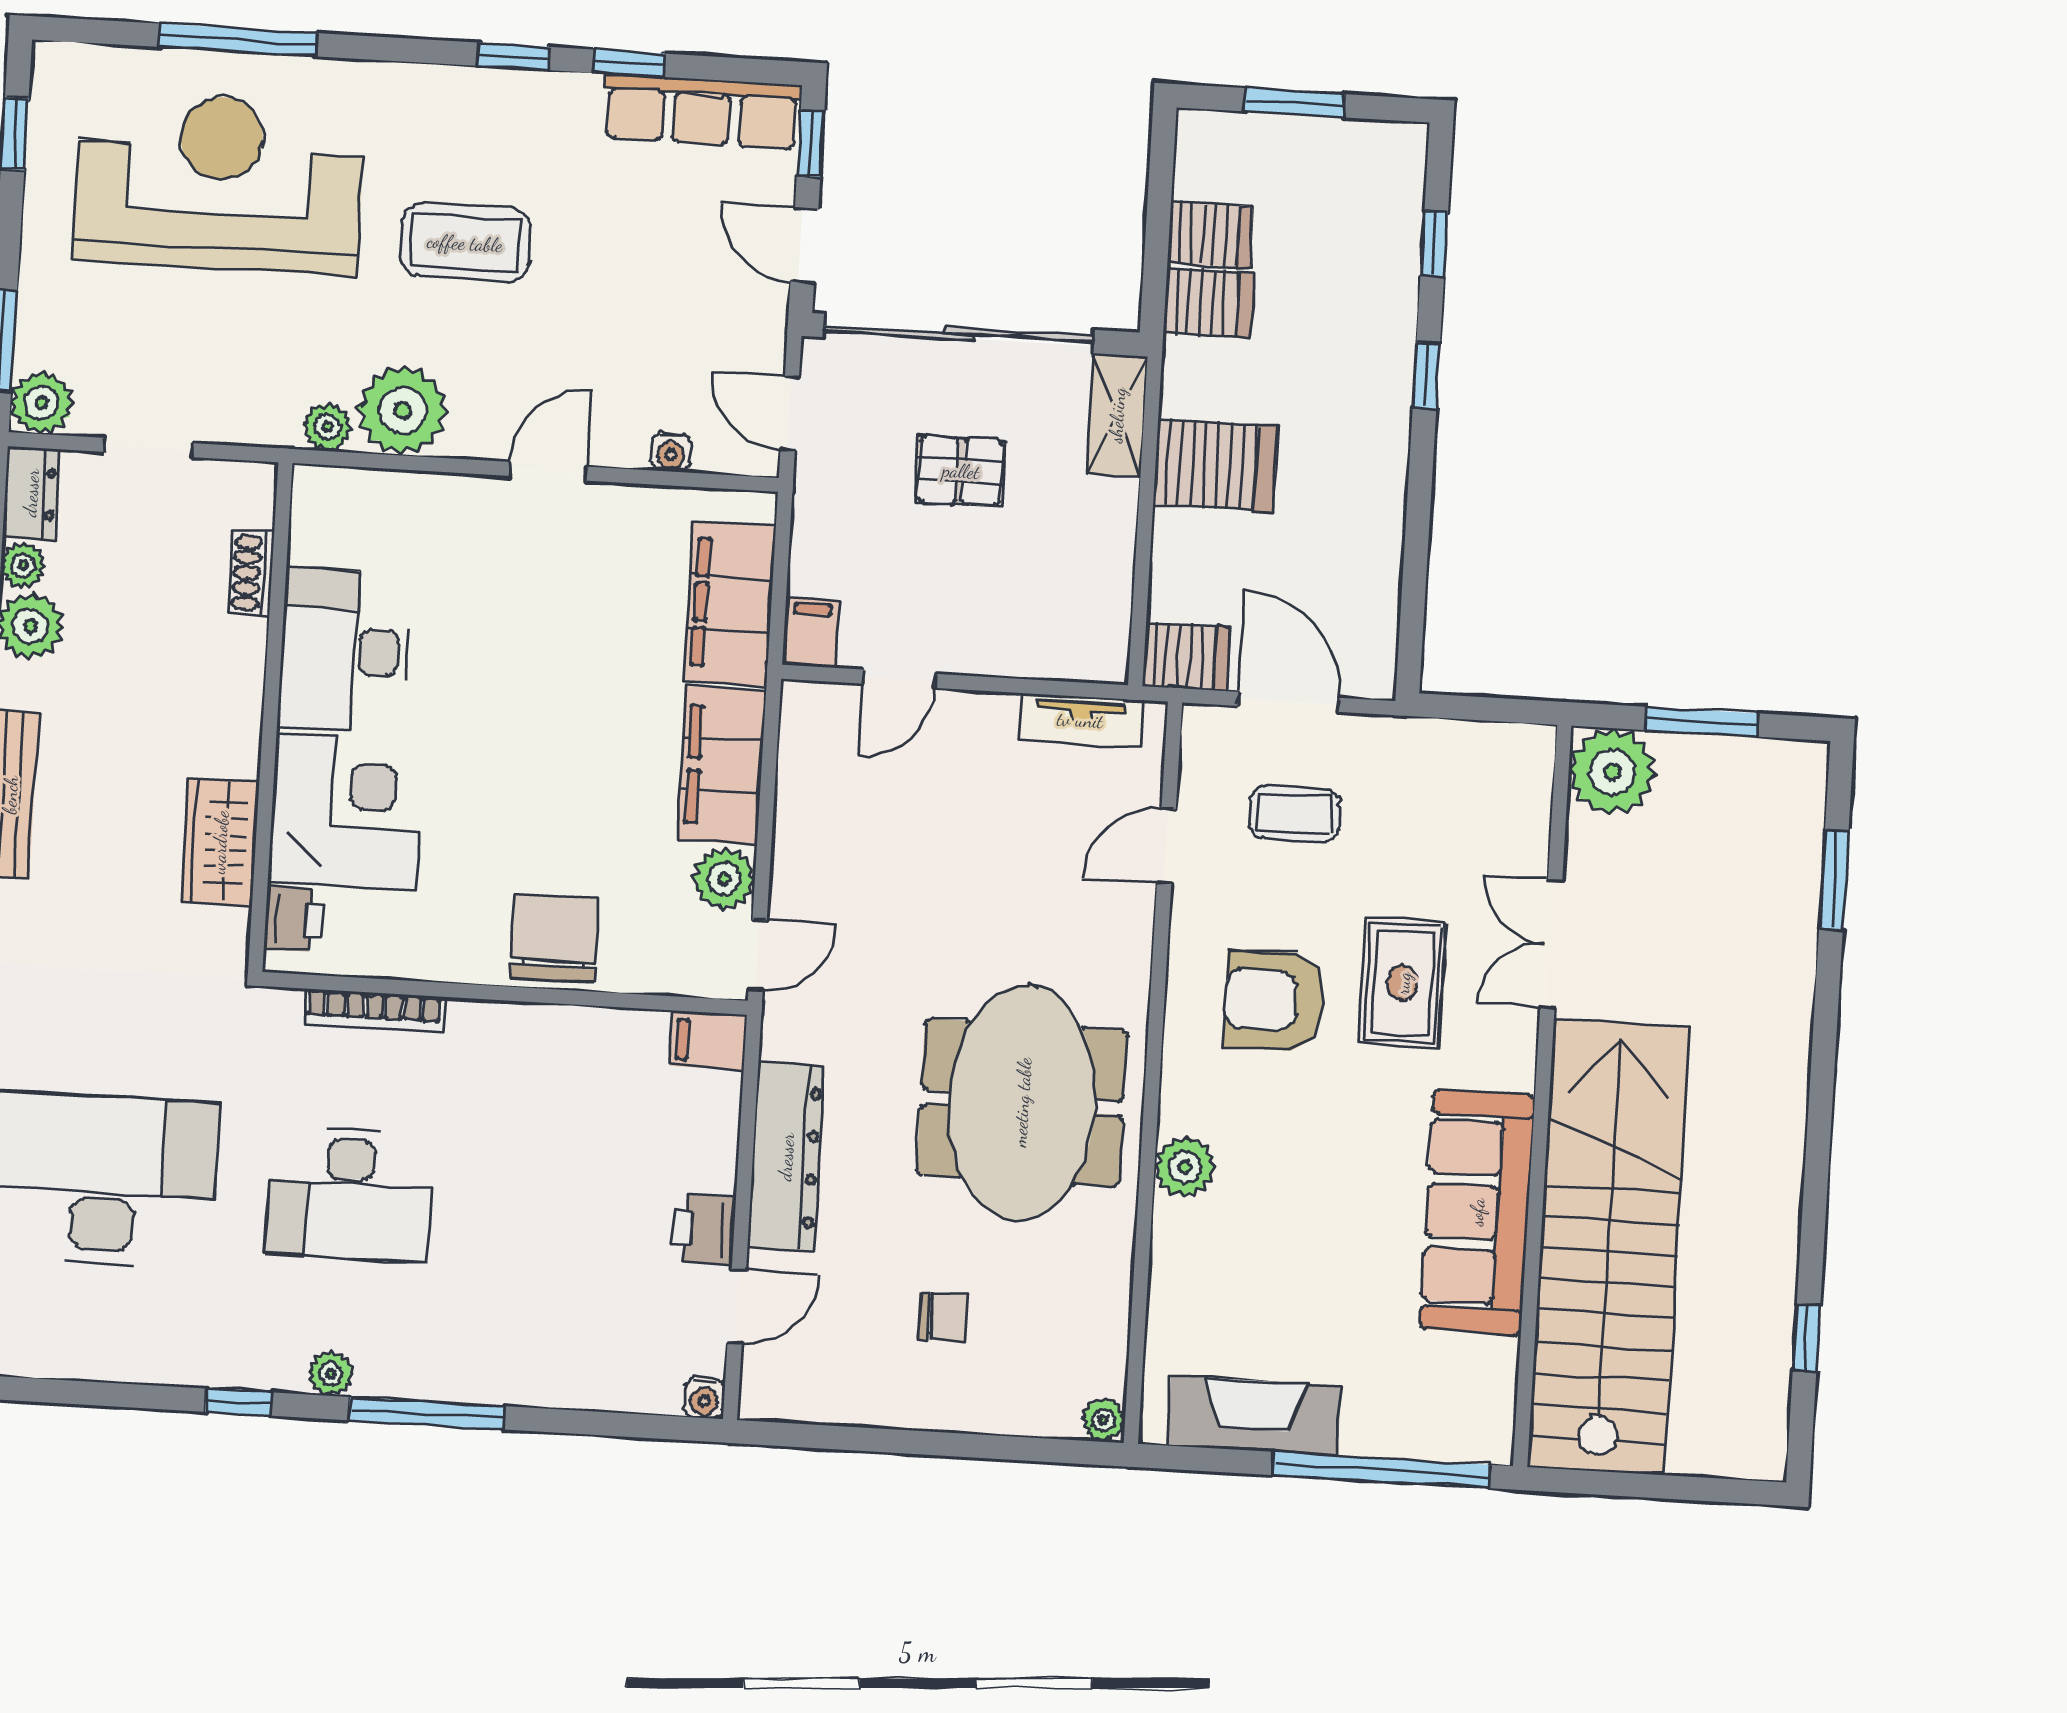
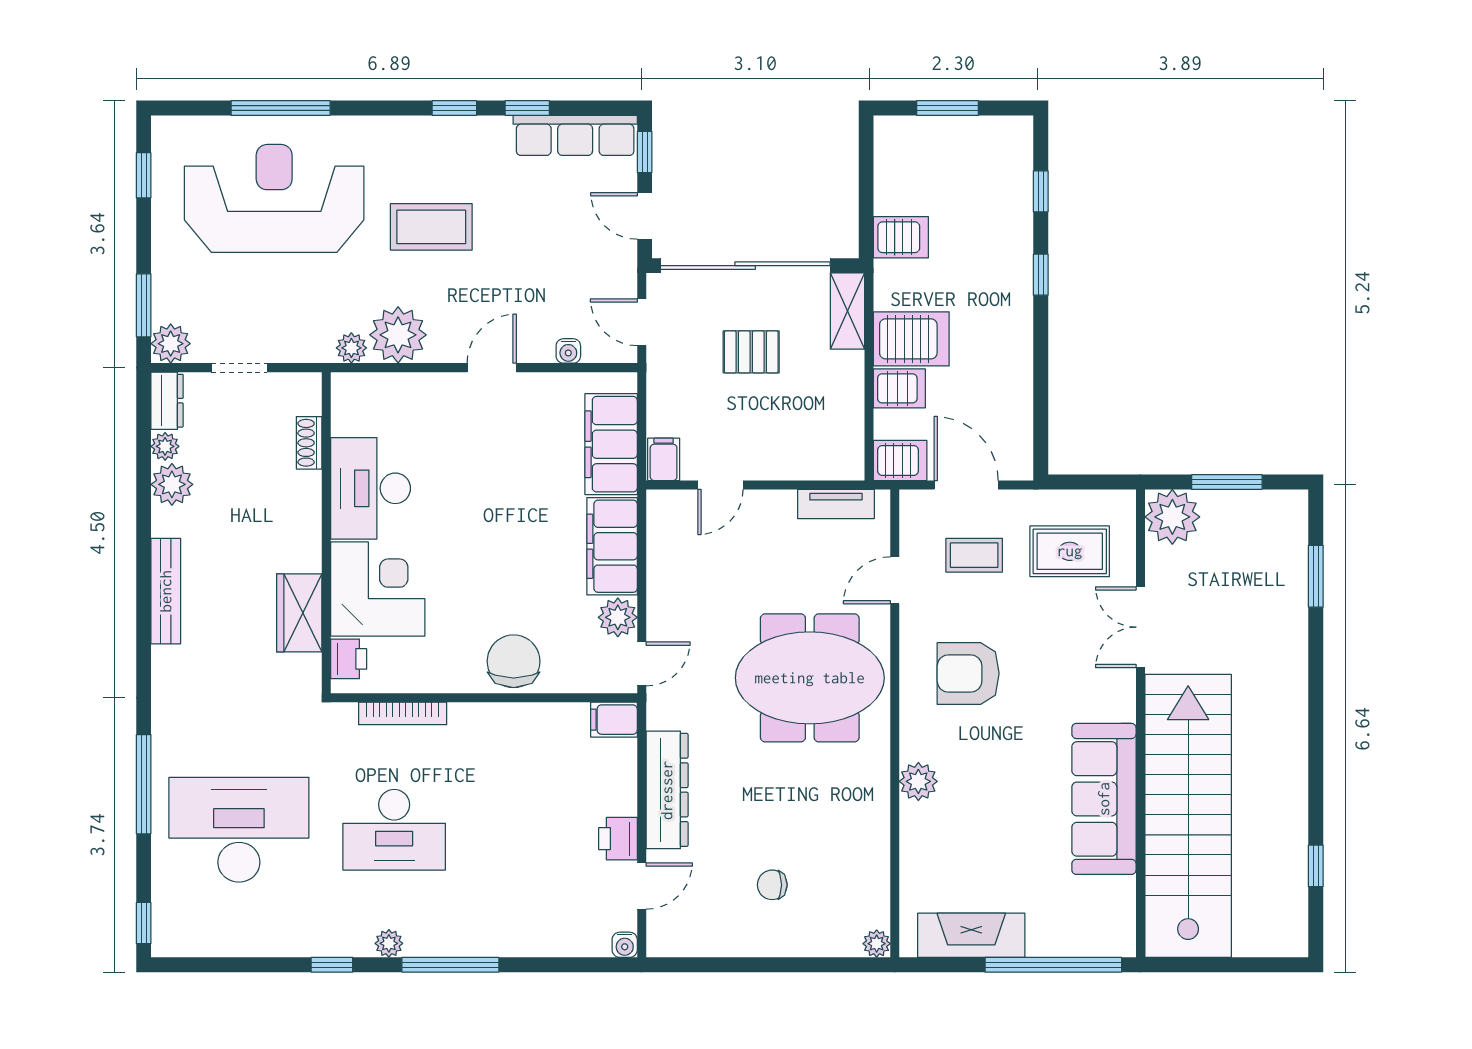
server rack: (1210, 235) -> (899, 388), moved
rug: (1403, 983) -> (1070, 551), moved, turned 90
meeting table: (1022, 1102) -> (810, 678), moved, turned 90
chair: (944, 1317) -> (772, 885), turned 180

